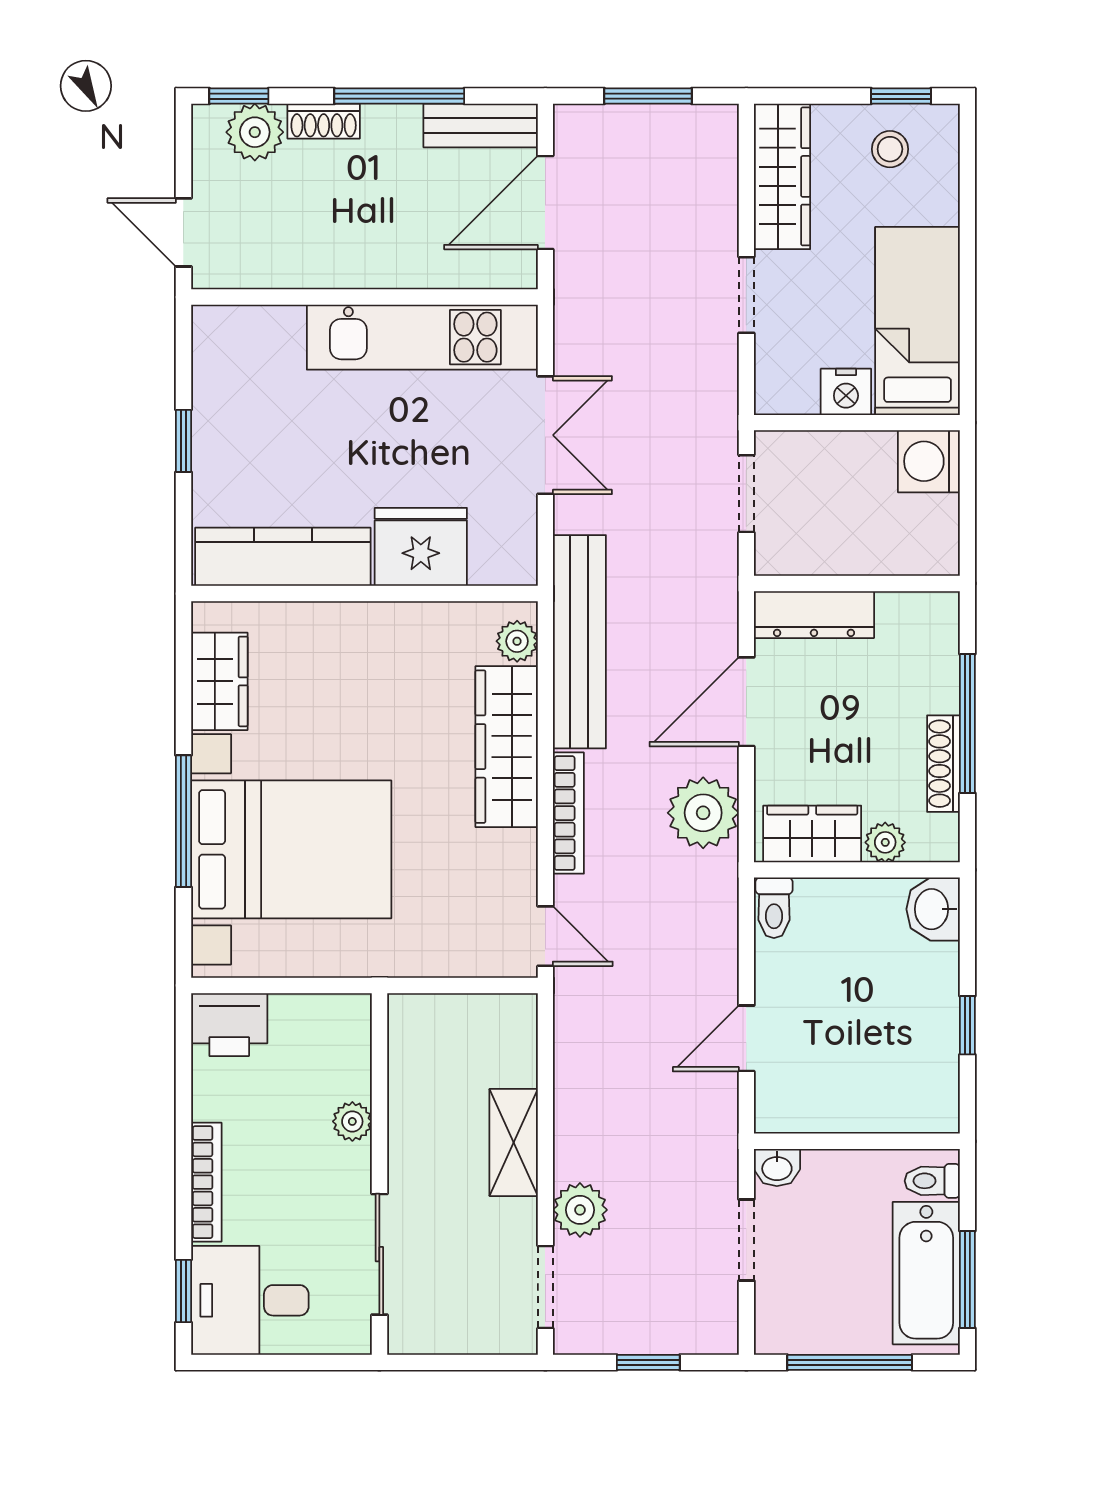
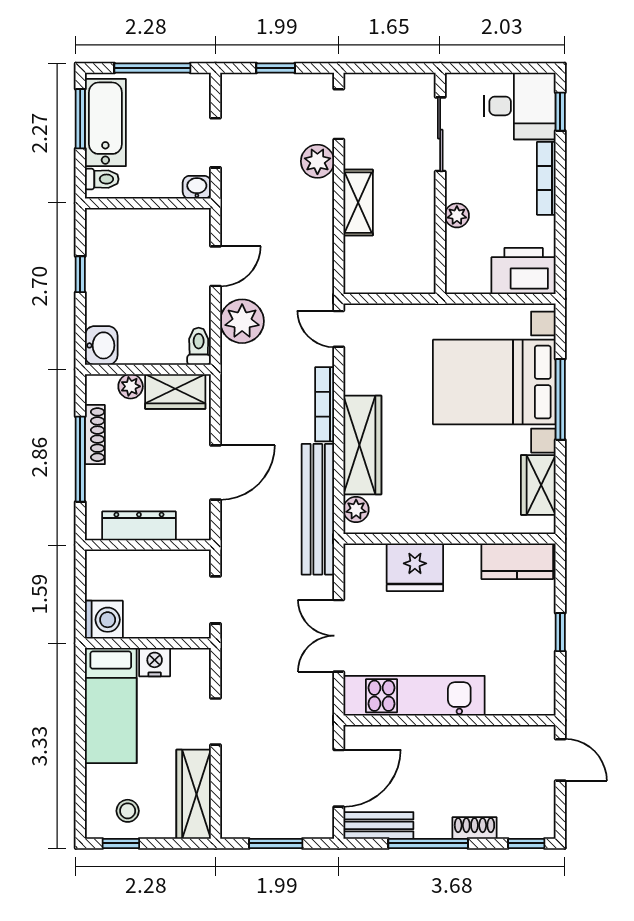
plant: (255, 132) -> (517, 821), removed
kitchen counter: (283, 557) -> (517, 561), width x0.67
dresser: (814, 615) -> (139, 526), moved
plant: (703, 813) -> (242, 321), moved
printer: (229, 1025) -> (524, 271), width x1.37, depth x1.19

